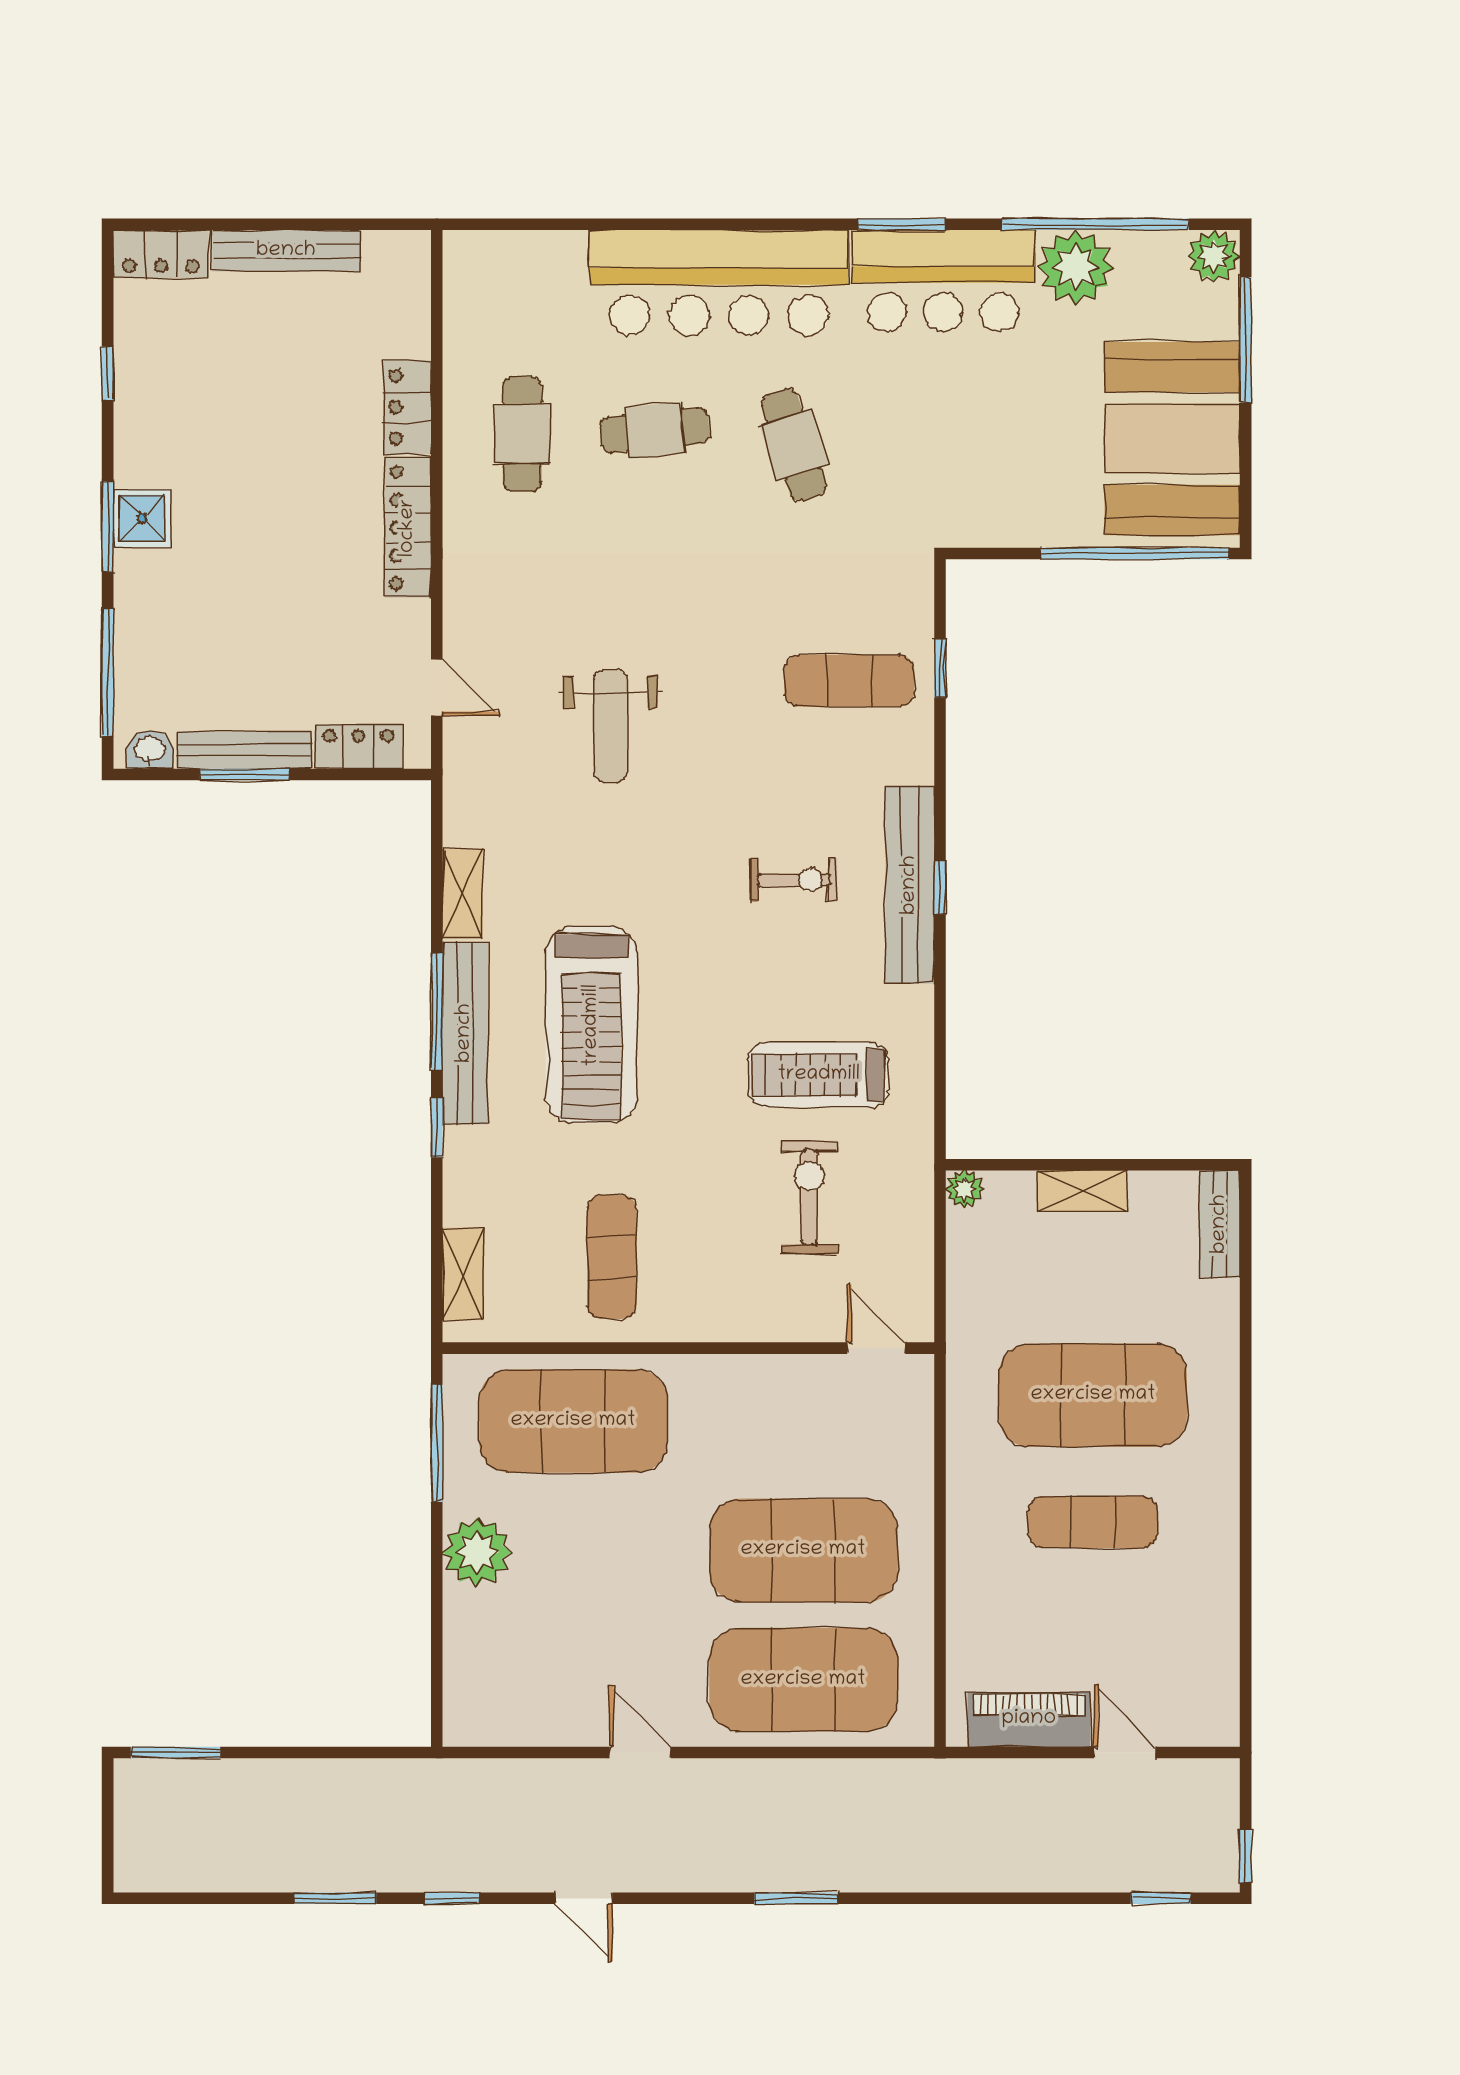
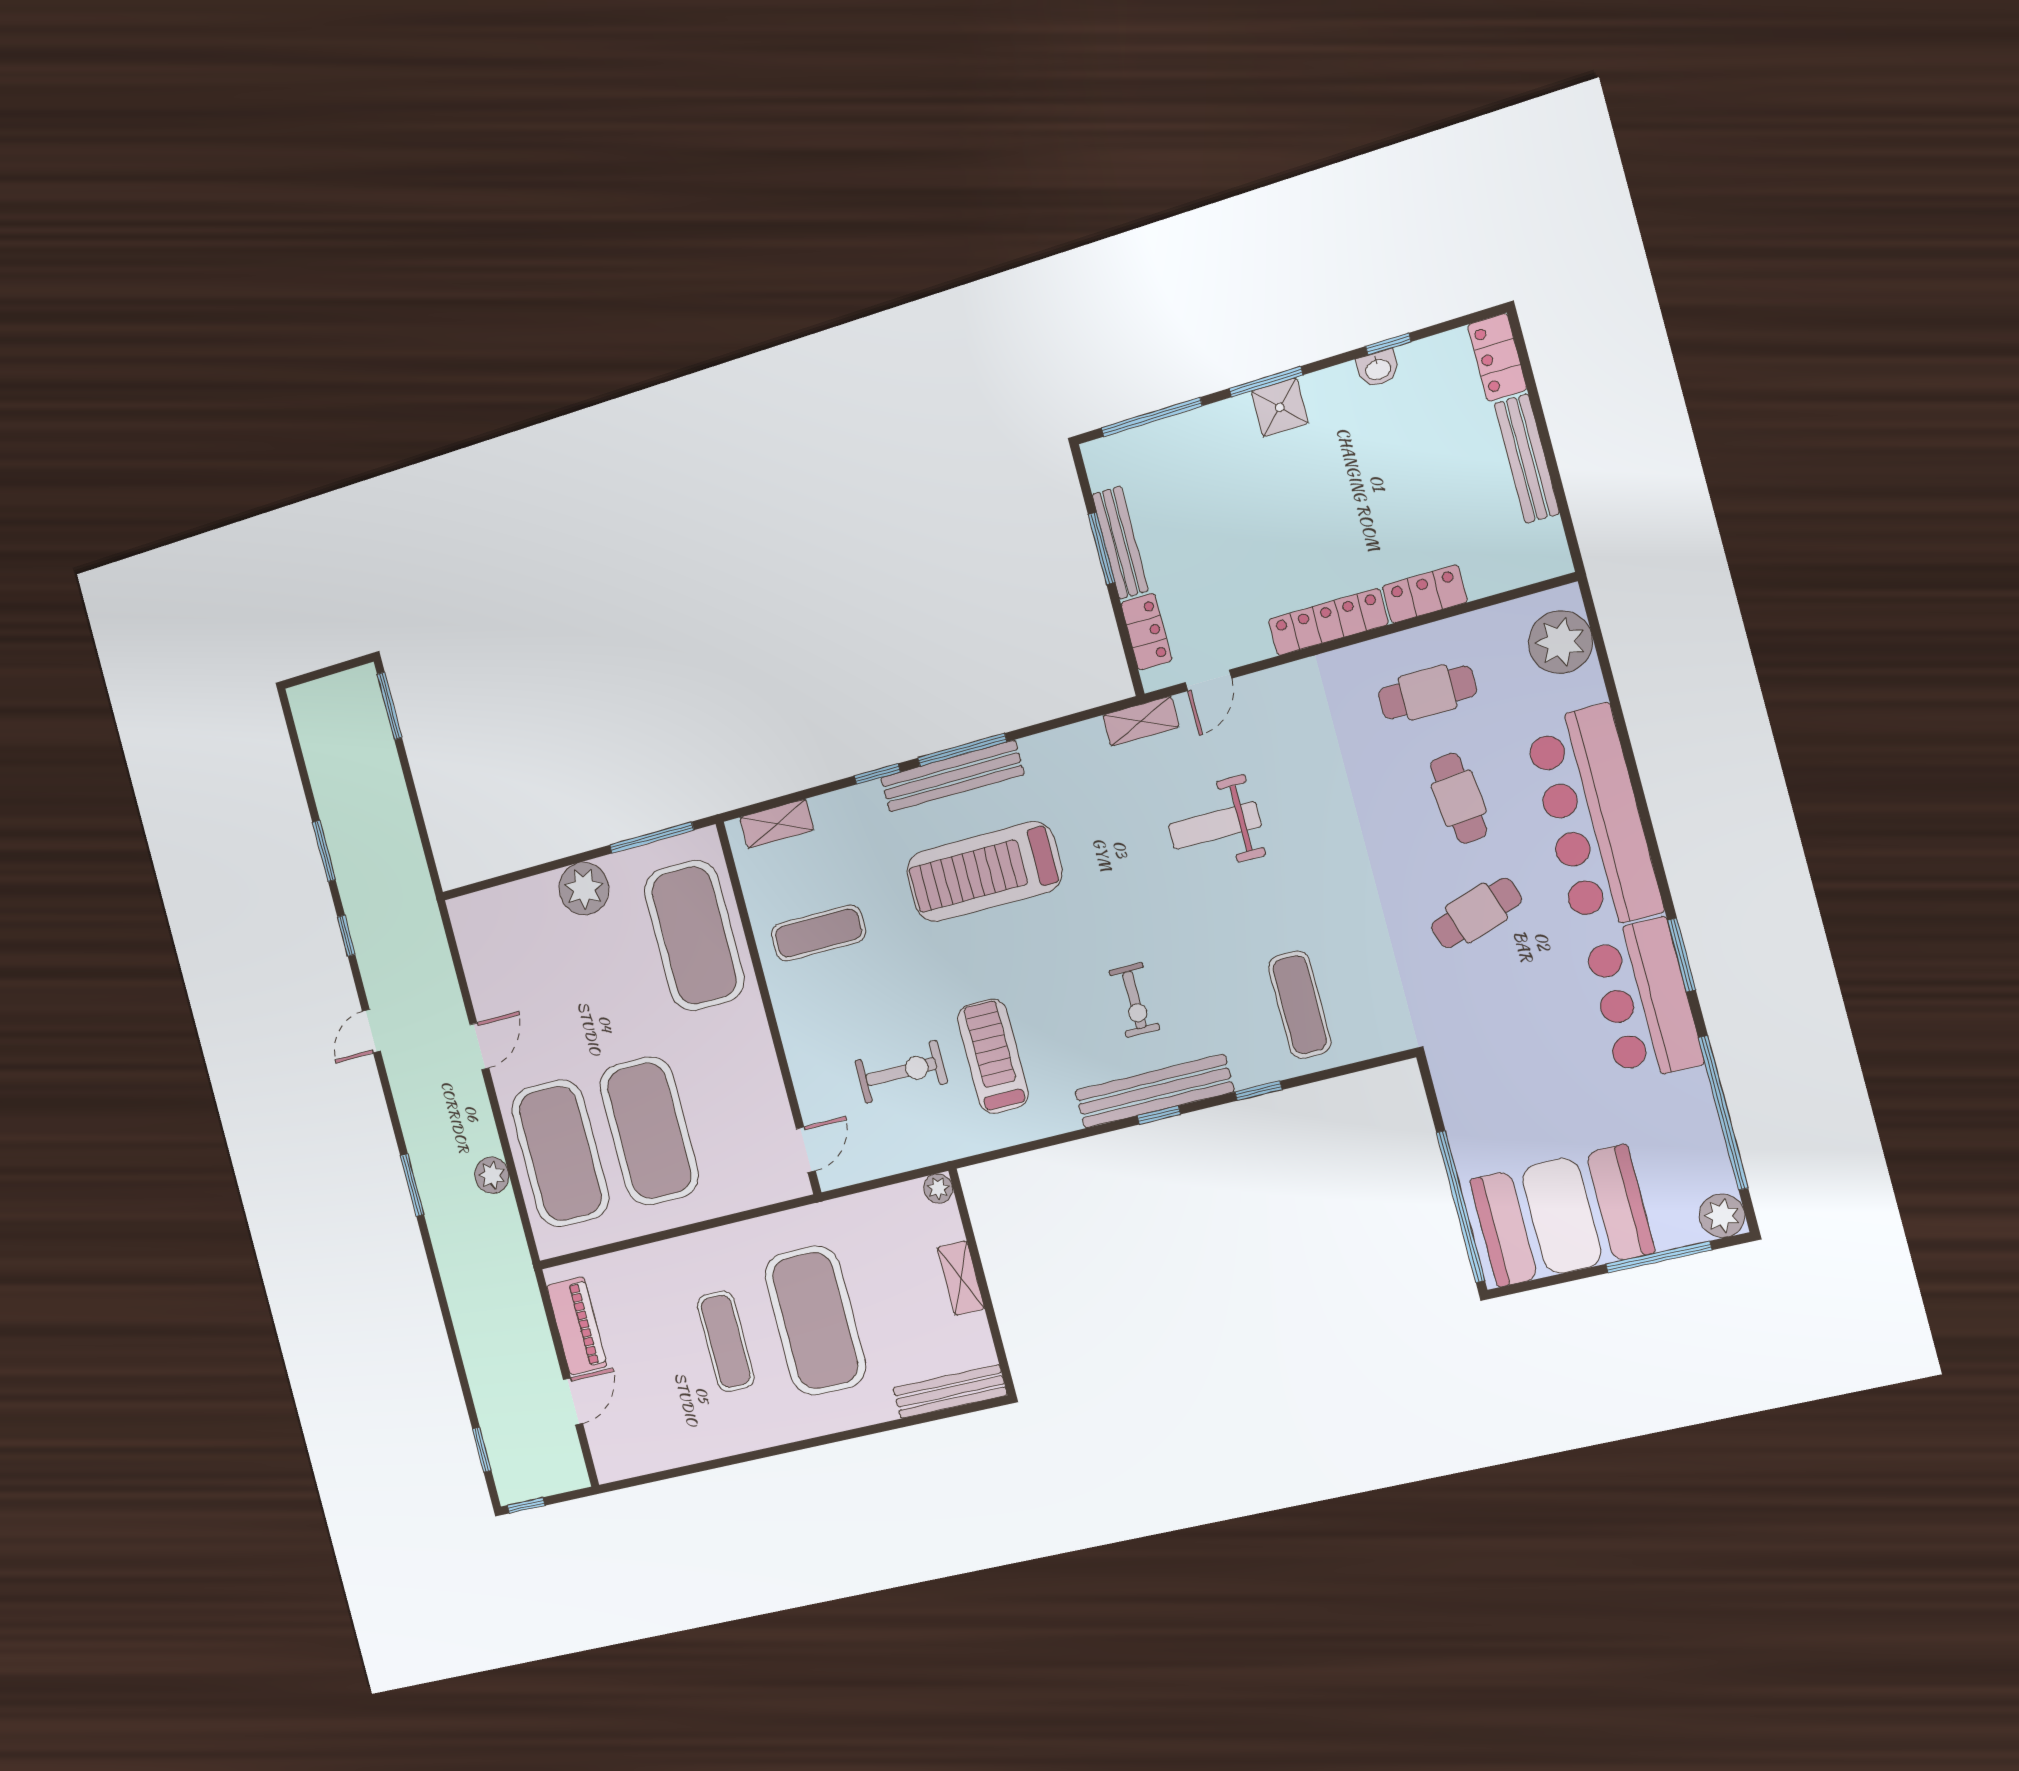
plant: (1075, 267) -> (1561, 642), moved
window: (940, 668) -> (1258, 1091), moved
washbasin: (150, 750) -> (1378, 369), moved, turned 90
shelving: (463, 894) -> (1141, 721), moved
bench: (1220, 1224) -> (950, 1391), width x1.36
plant: (809, 1782) -> (492, 1175), added

